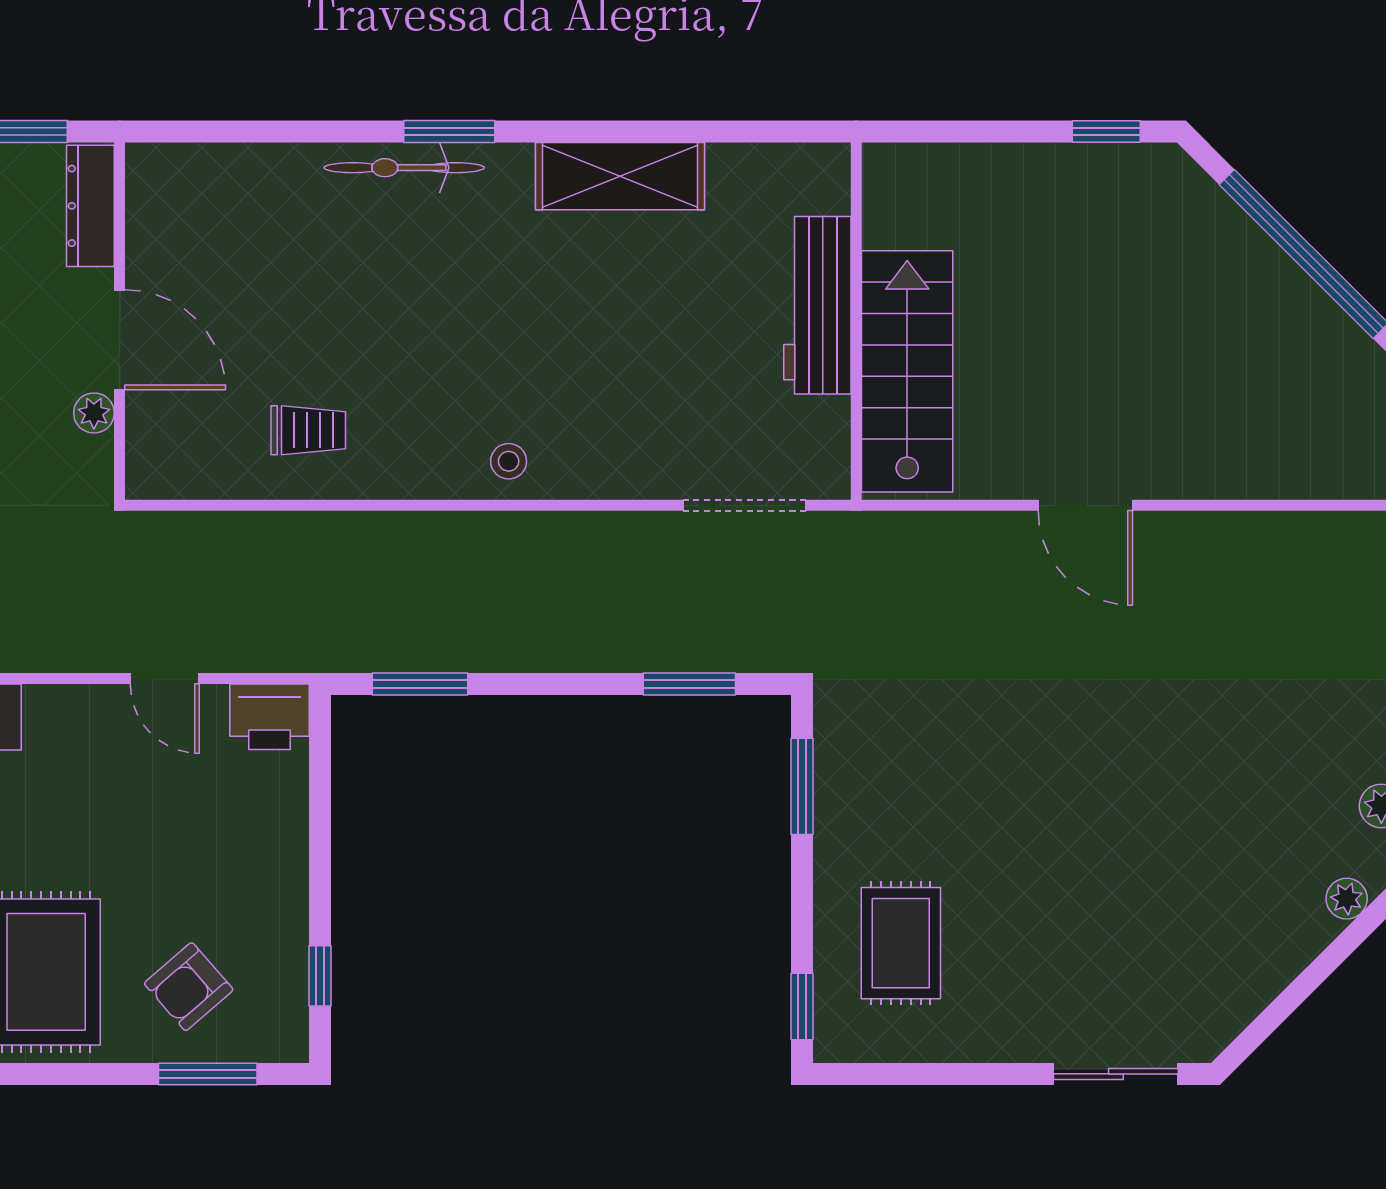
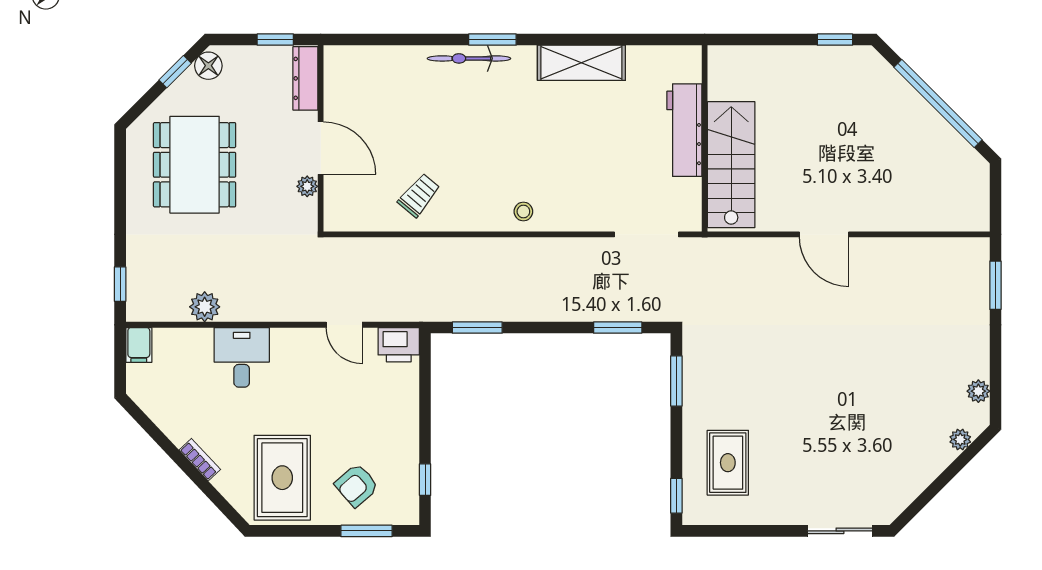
trolley: (308, 430) -> (419, 195), turned -50

